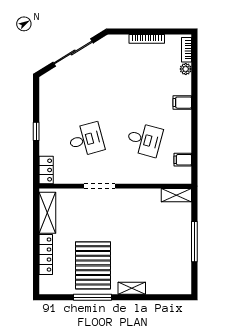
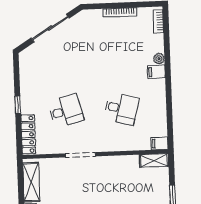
plant: (186, 69) -> (159, 59), moved
filing cabinet: (183, 160) -> (159, 143), moved
locker: (46, 170) -> (28, 134), width x1.53

